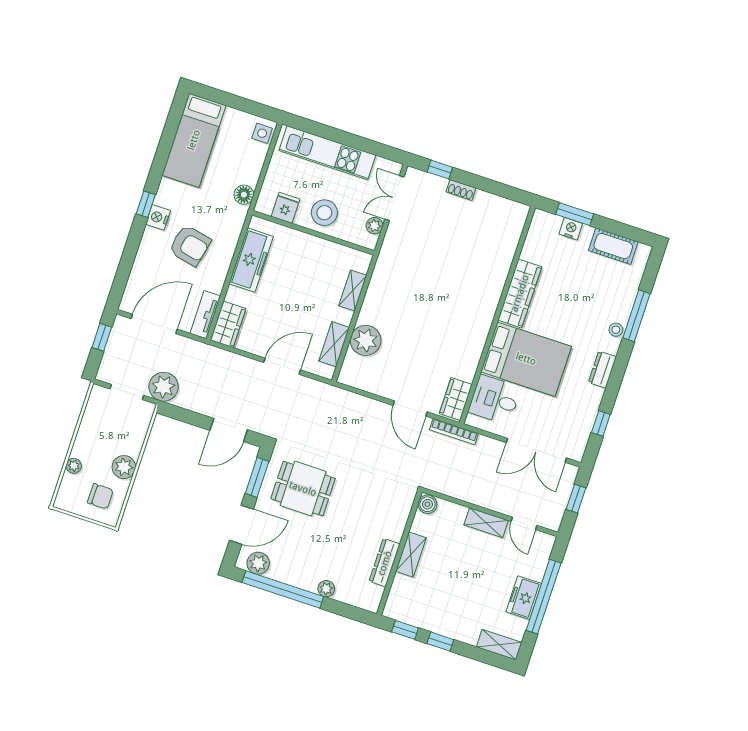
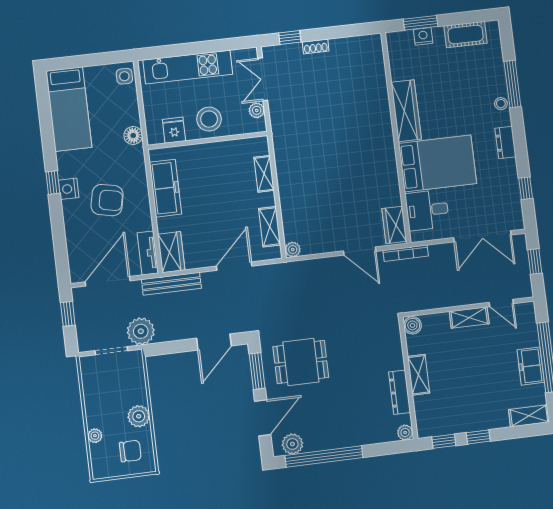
plant: (366, 340) -> (293, 249), moved, width x0.53, depth x0.53
bench: (214, 355) -> (171, 284), added
plant: (326, 589) -> (405, 432), moved

